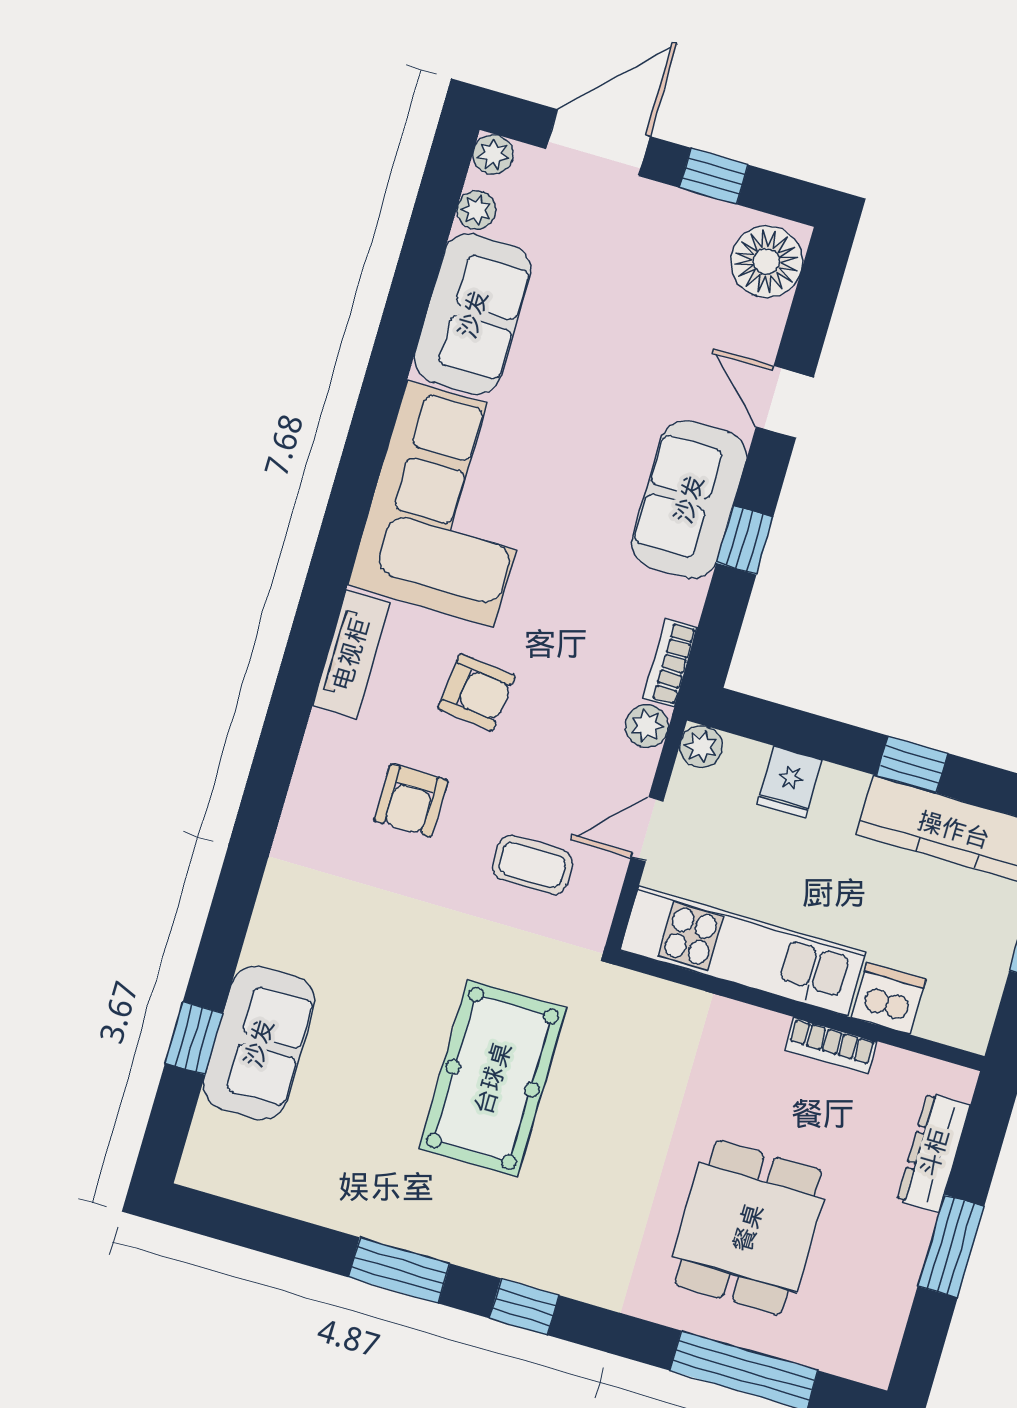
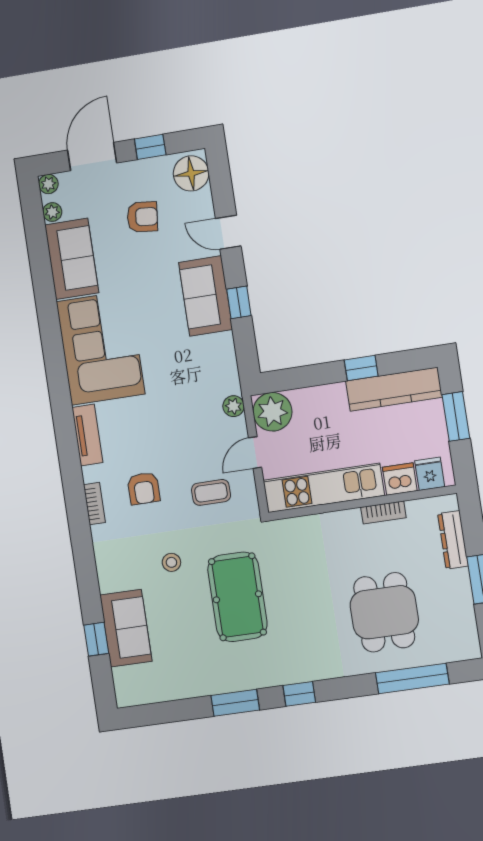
bookcase: (670, 663) -> (94, 504), moved, turned 180
armchair: (476, 692) -> (142, 217), moved
plant: (701, 746) -> (272, 412), width x1.87, depth x1.87
fridge: (790, 782) -> (430, 474), moved, turned 180
stool: (400, 960) -> (171, 562), added

